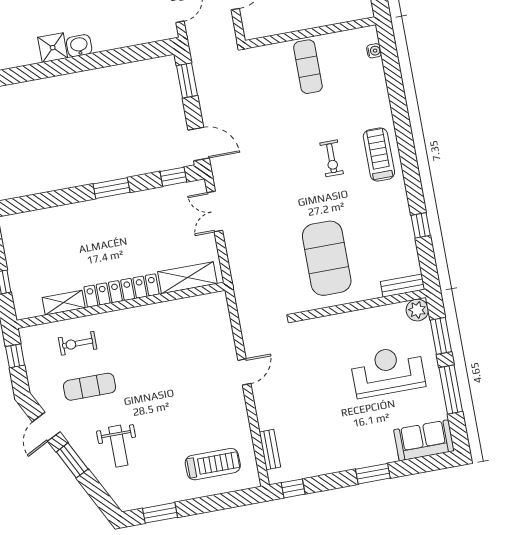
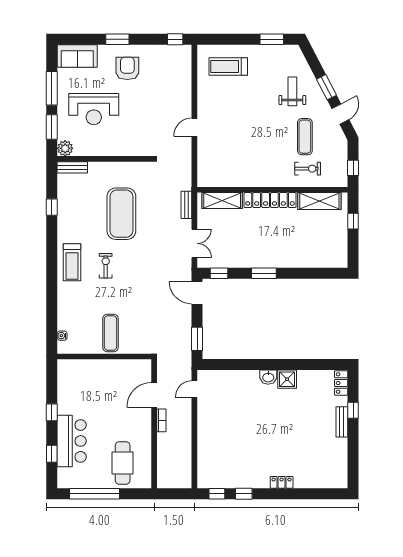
exercise mat: (327, 258) -> (121, 214), moved
shelving: (64, 303) -> (319, 201), width x1.50, depth x1.33
exercise mat: (90, 387) -> (305, 137), turned 90
armchair: (352, 436) -> (127, 68), added
bench: (270, 450) -> (186, 205), moved

